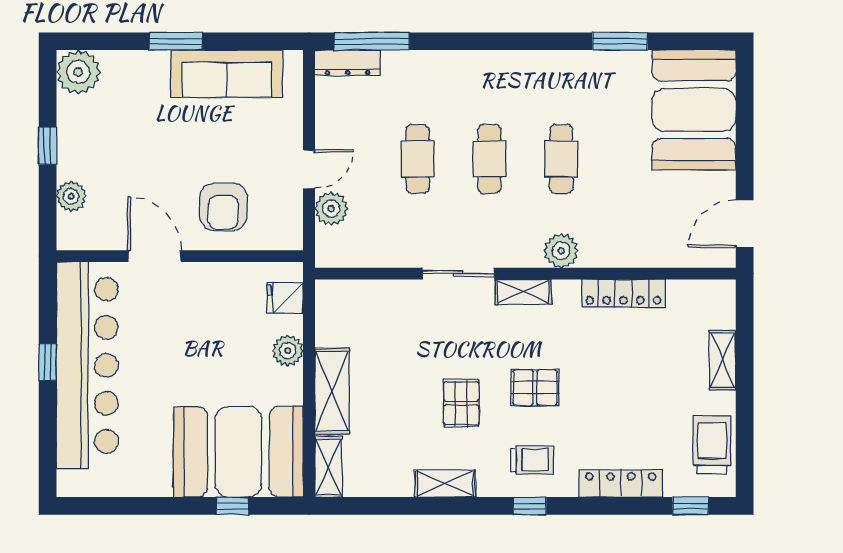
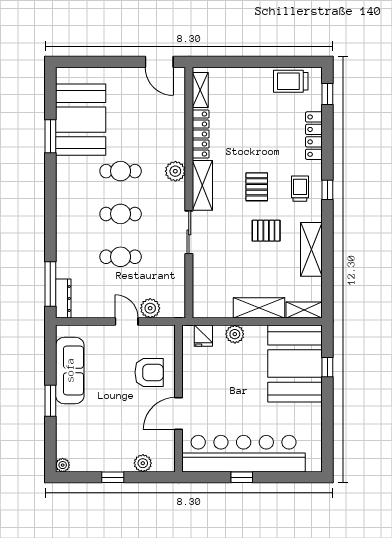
plant: (78, 72) -> (63, 465), width x0.53, depth x0.53
booth: (694, 110) -> (81, 120), moved, turned 90
shelving: (523, 292) -> (202, 185), width x1.50, depth x1.33
shelving: (723, 360) -> (200, 90), moved, turned 90
shelving: (445, 484) -> (311, 249), width x1.50, depth x1.33

